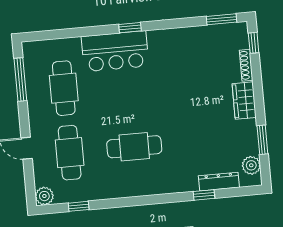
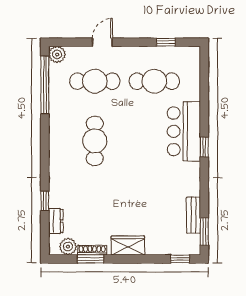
bench: (205, 33) -> (194, 215), added
shoe rack: (246, 65) -> (92, 250), moved
window: (20, 80) -> (166, 42), width x0.46
dresser: (219, 182) -> (56, 221), width x0.70
window: (79, 206) -> (45, 85), width x3.17

